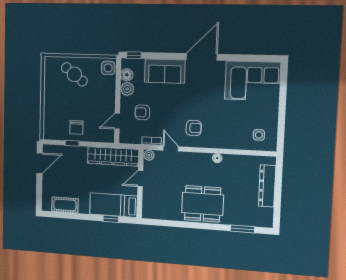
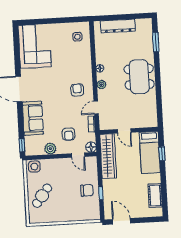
floor lamp: (127, 75) -> (91, 147), moved
plant: (149, 155) -> (102, 85), moved

